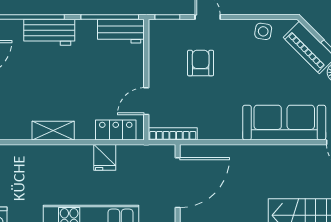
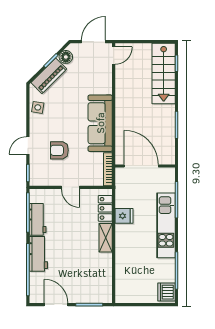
workbench: (121, 31) -> (38, 219), moved
door: (146, 101) -> (71, 187), moved
sofa: (284, 123) -> (100, 123), moved
shelving: (53, 131) -> (106, 238), moved

